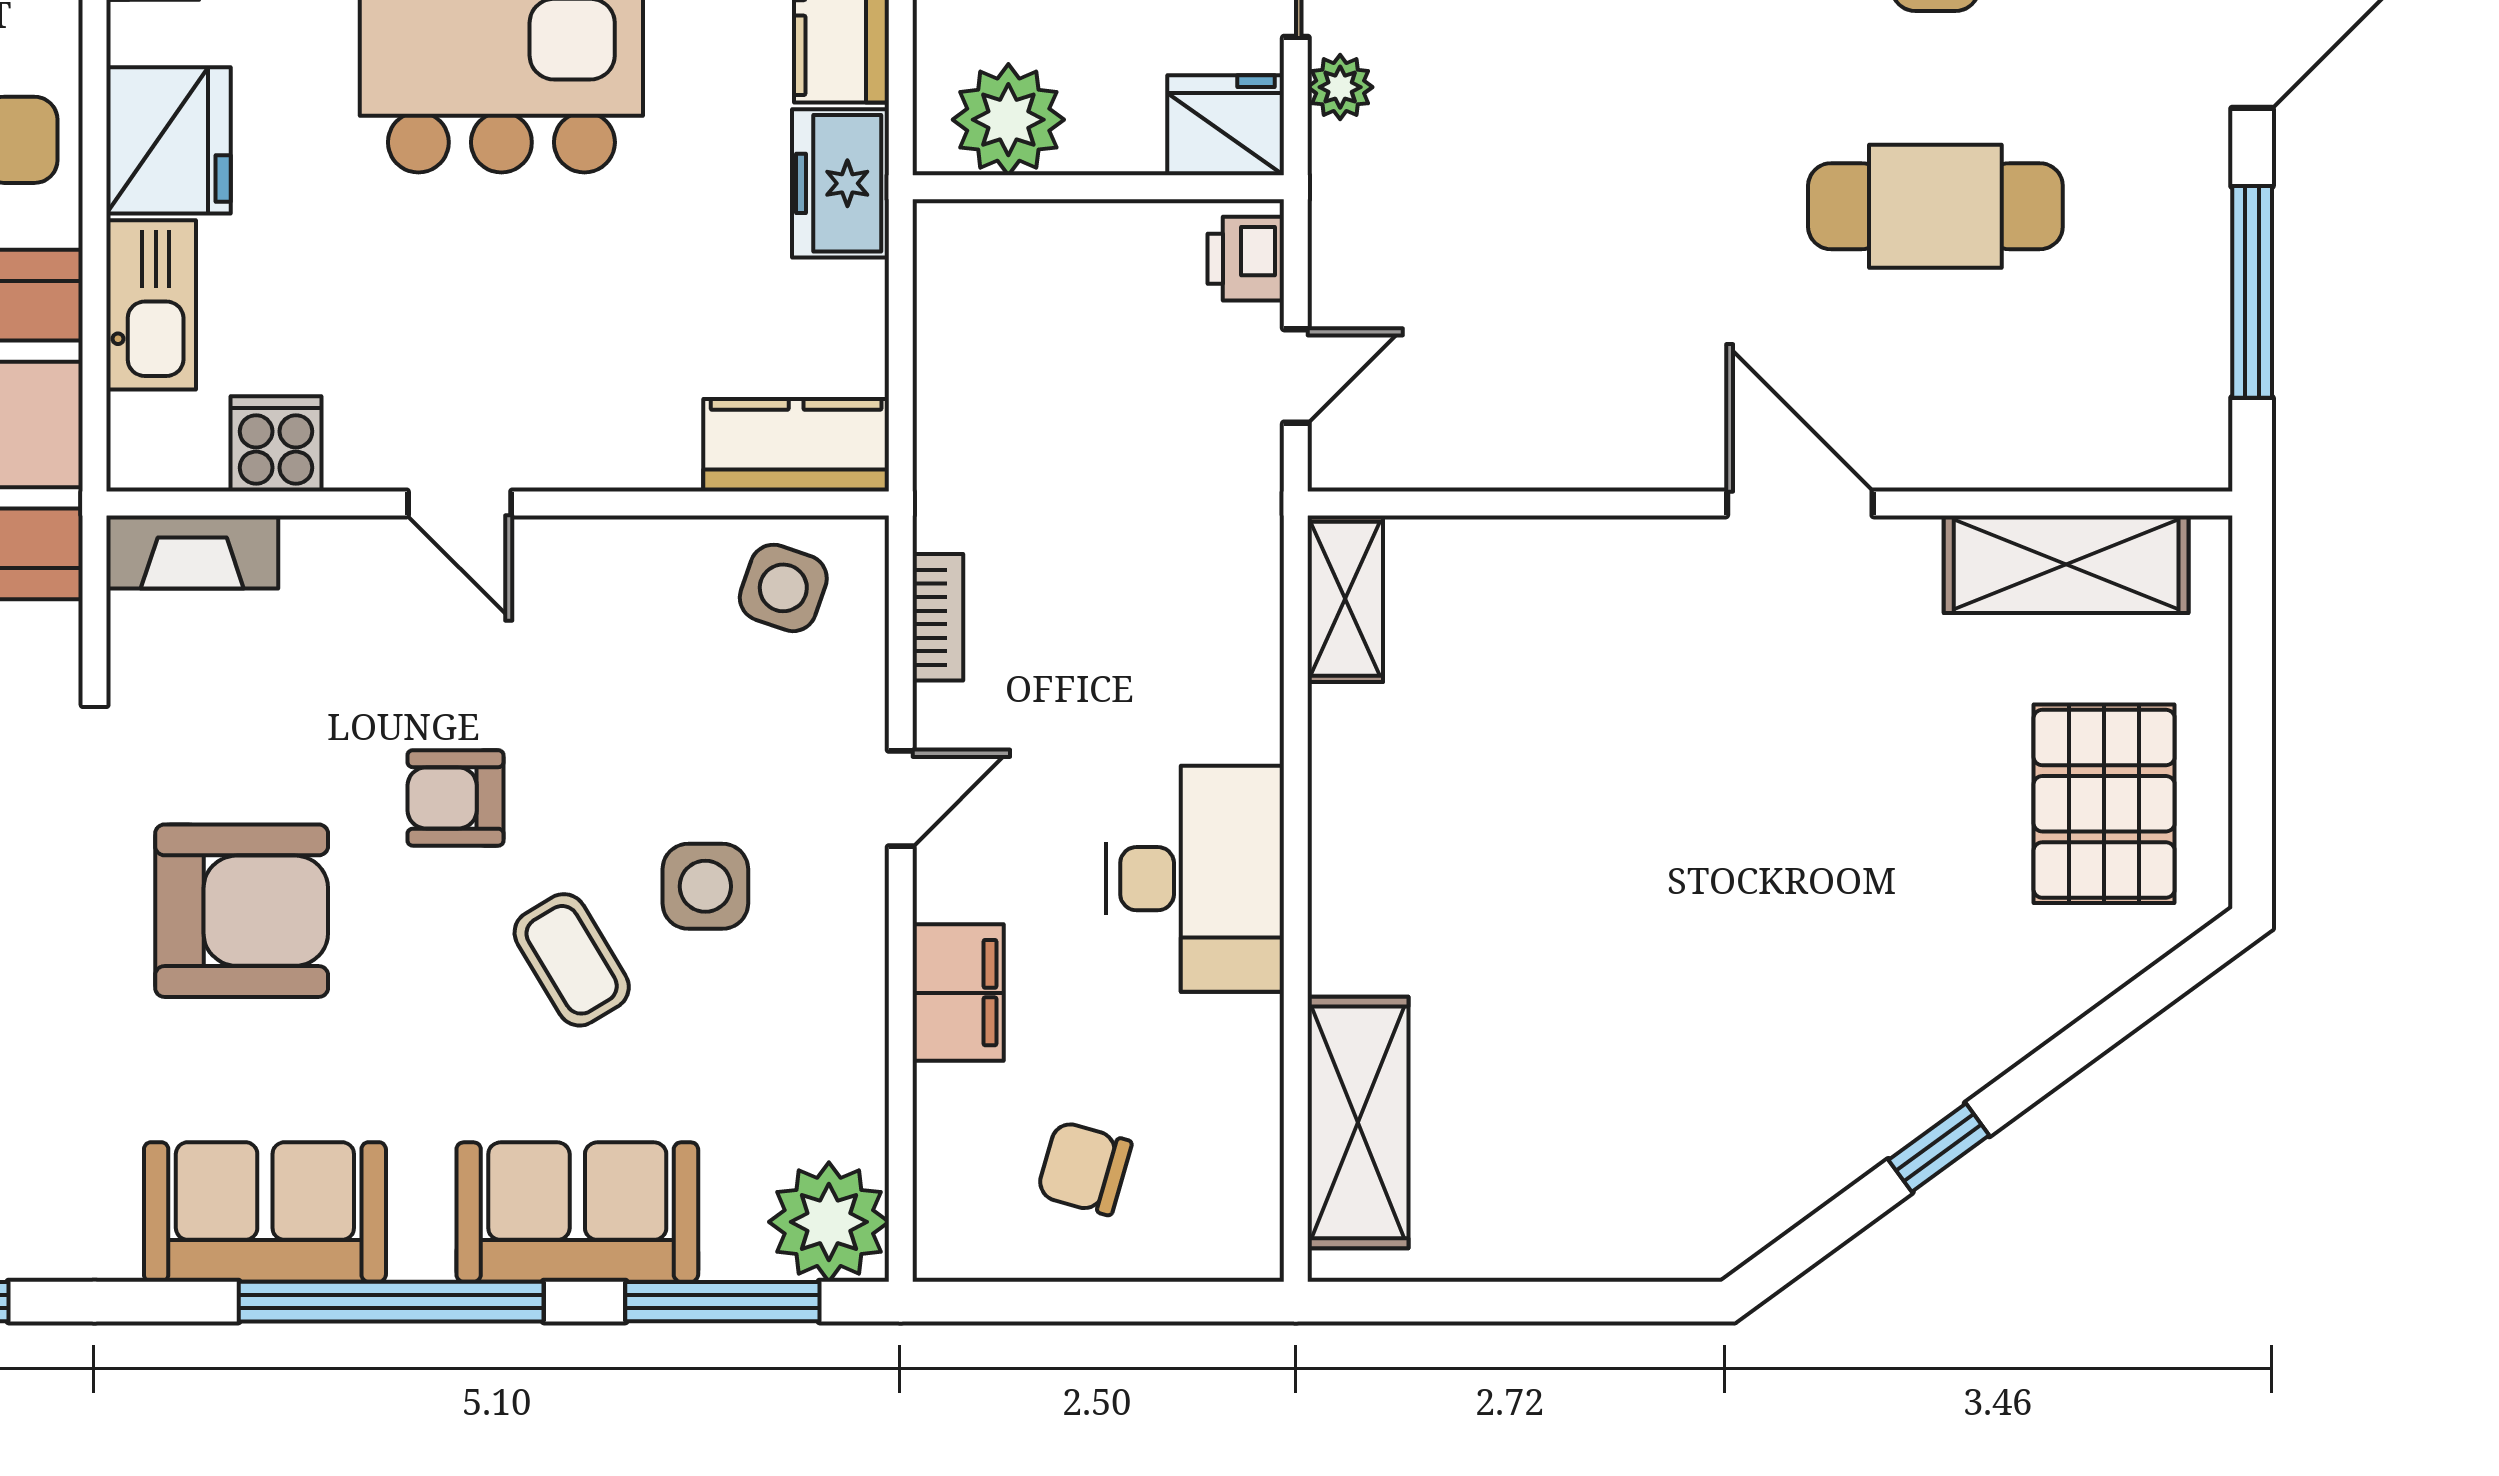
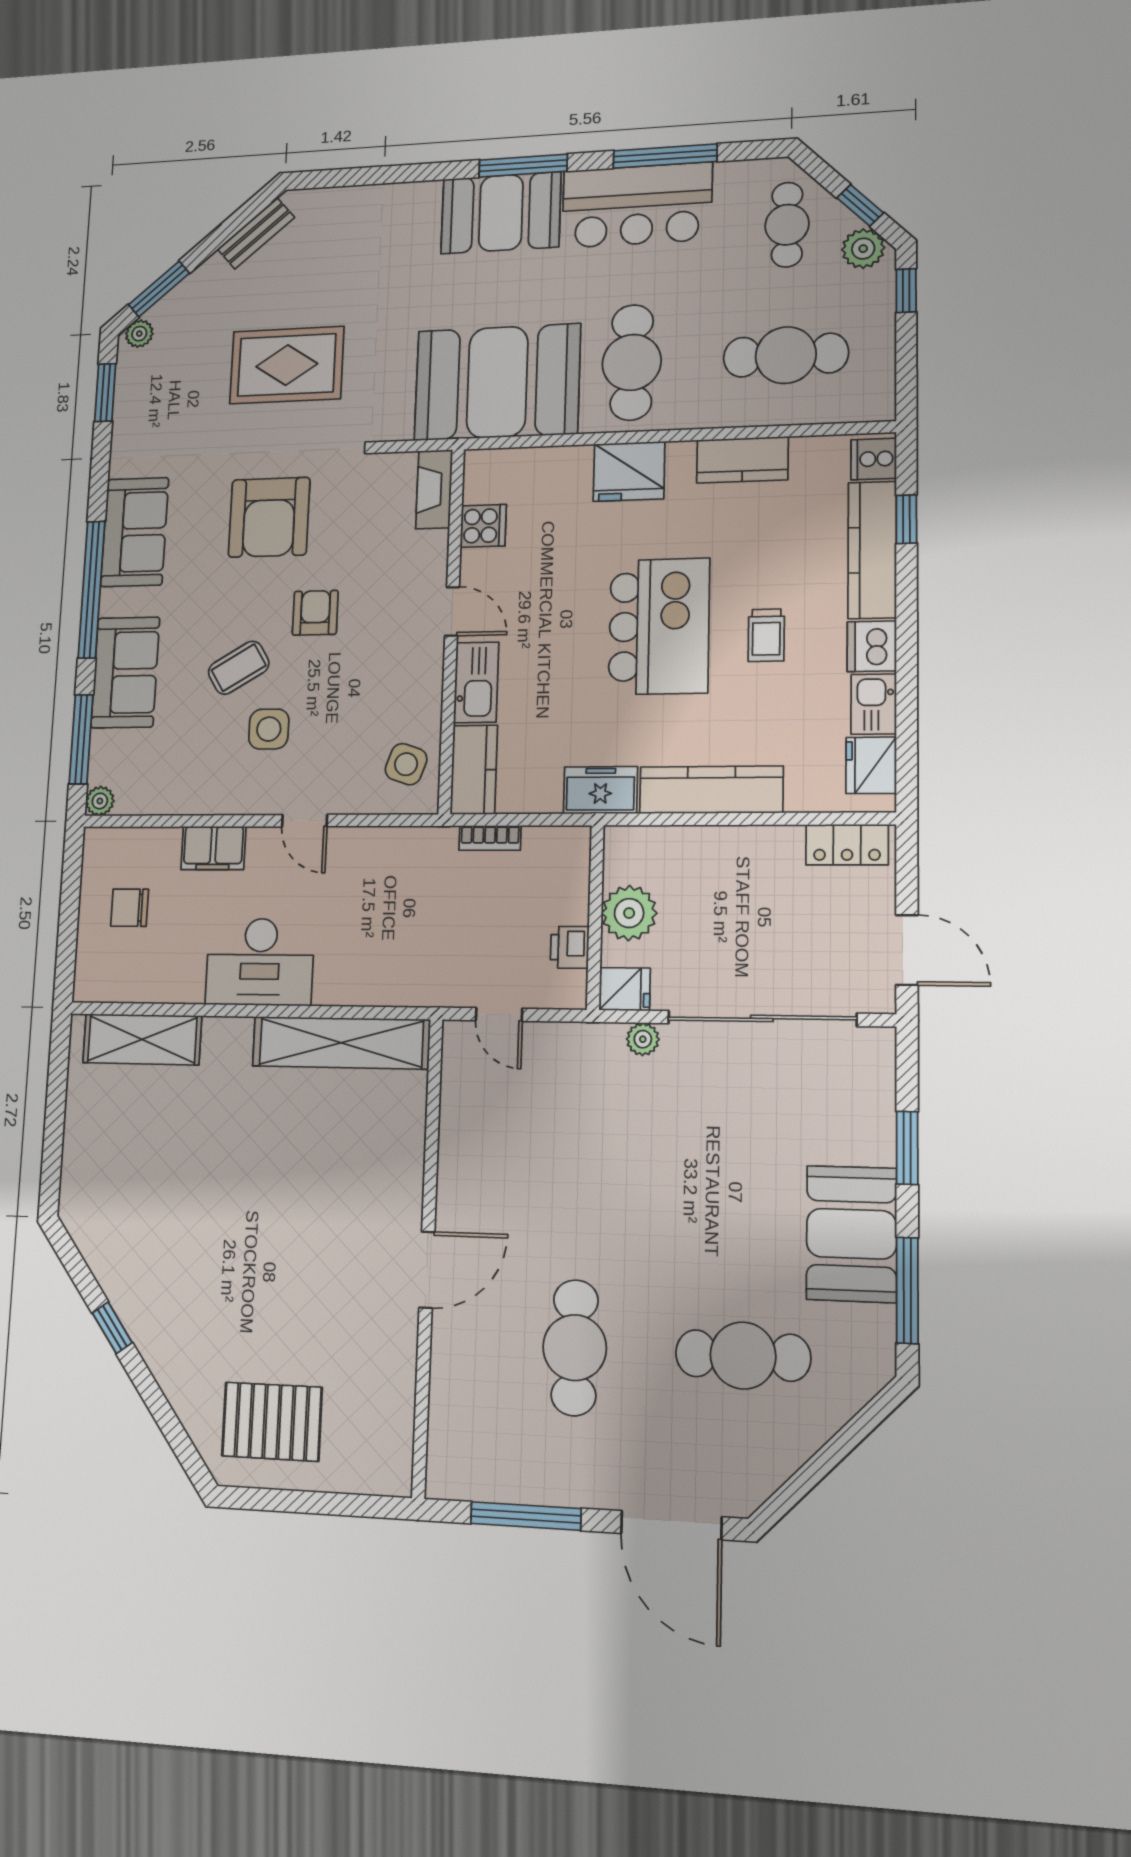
plant: (1008, 120) -> (629, 913), moved
fridge: (1226, 125) -> (625, 989), width x0.72
printer: (1246, 259) -> (570, 947), moved, turned -90
kitchen sink: (151, 305) -> (476, 682), moved, turned -90
door: (460, 503) -> (452, 611), swing flipped
shelving: (2066, 564) -> (391, 1408), removed
shelving: (1345, 599) -> (341, 1043), width x2.20, depth x1.33
bookcase: (938, 617) -> (490, 838), moved
chair: (1084, 1168) -> (130, 908), turned -106
plant: (829, 1222) -> (100, 801), width x0.53, depth x0.53

